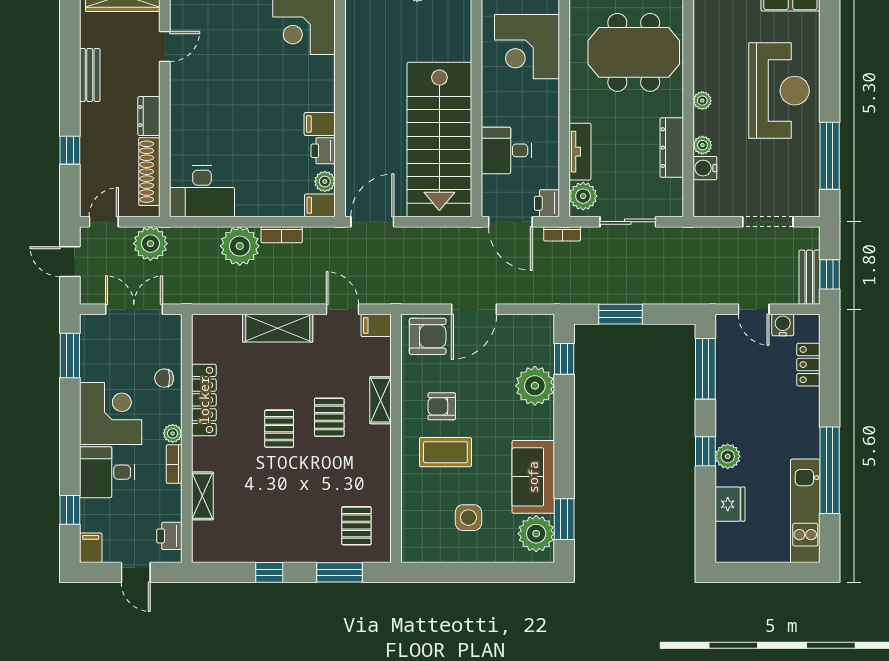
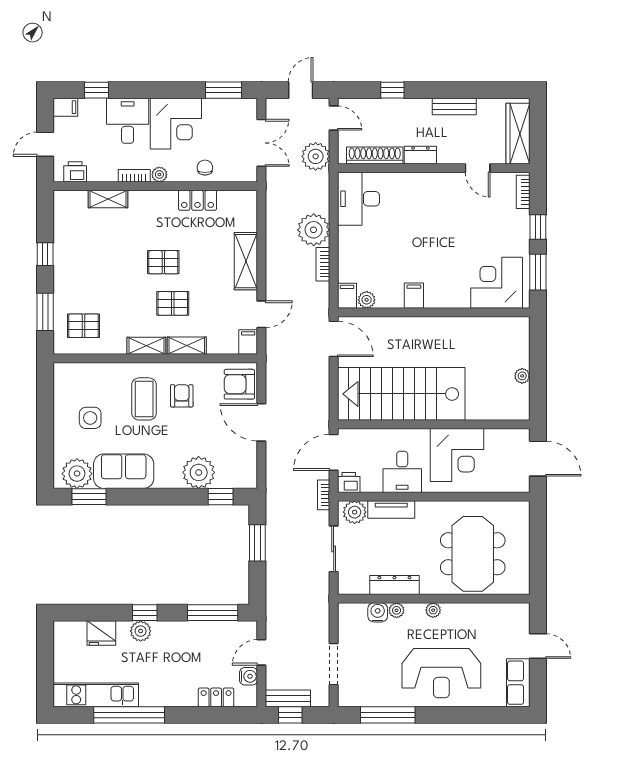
corner desk: (527, 47) -> (457, 455), moved, turned 180
desk: (507, 150) -> (402, 472), moved, turned 180
printer: (323, 151) -> (392, 298), removed
armchair: (428, 336) -> (239, 384), turned 90
locker: (204, 400) -> (197, 200), width x0.66
shelving: (381, 449) -> (146, 346), added

